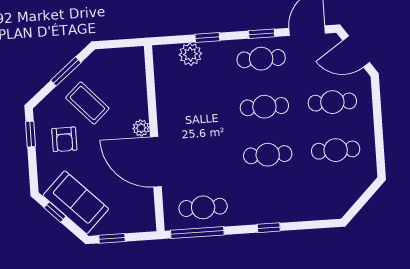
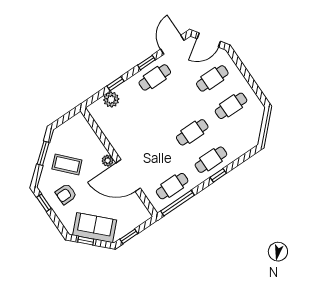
cafe table: (264, 107) -> (211, 160), moved
armchair: (64, 139) -> (66, 194), turned 90

